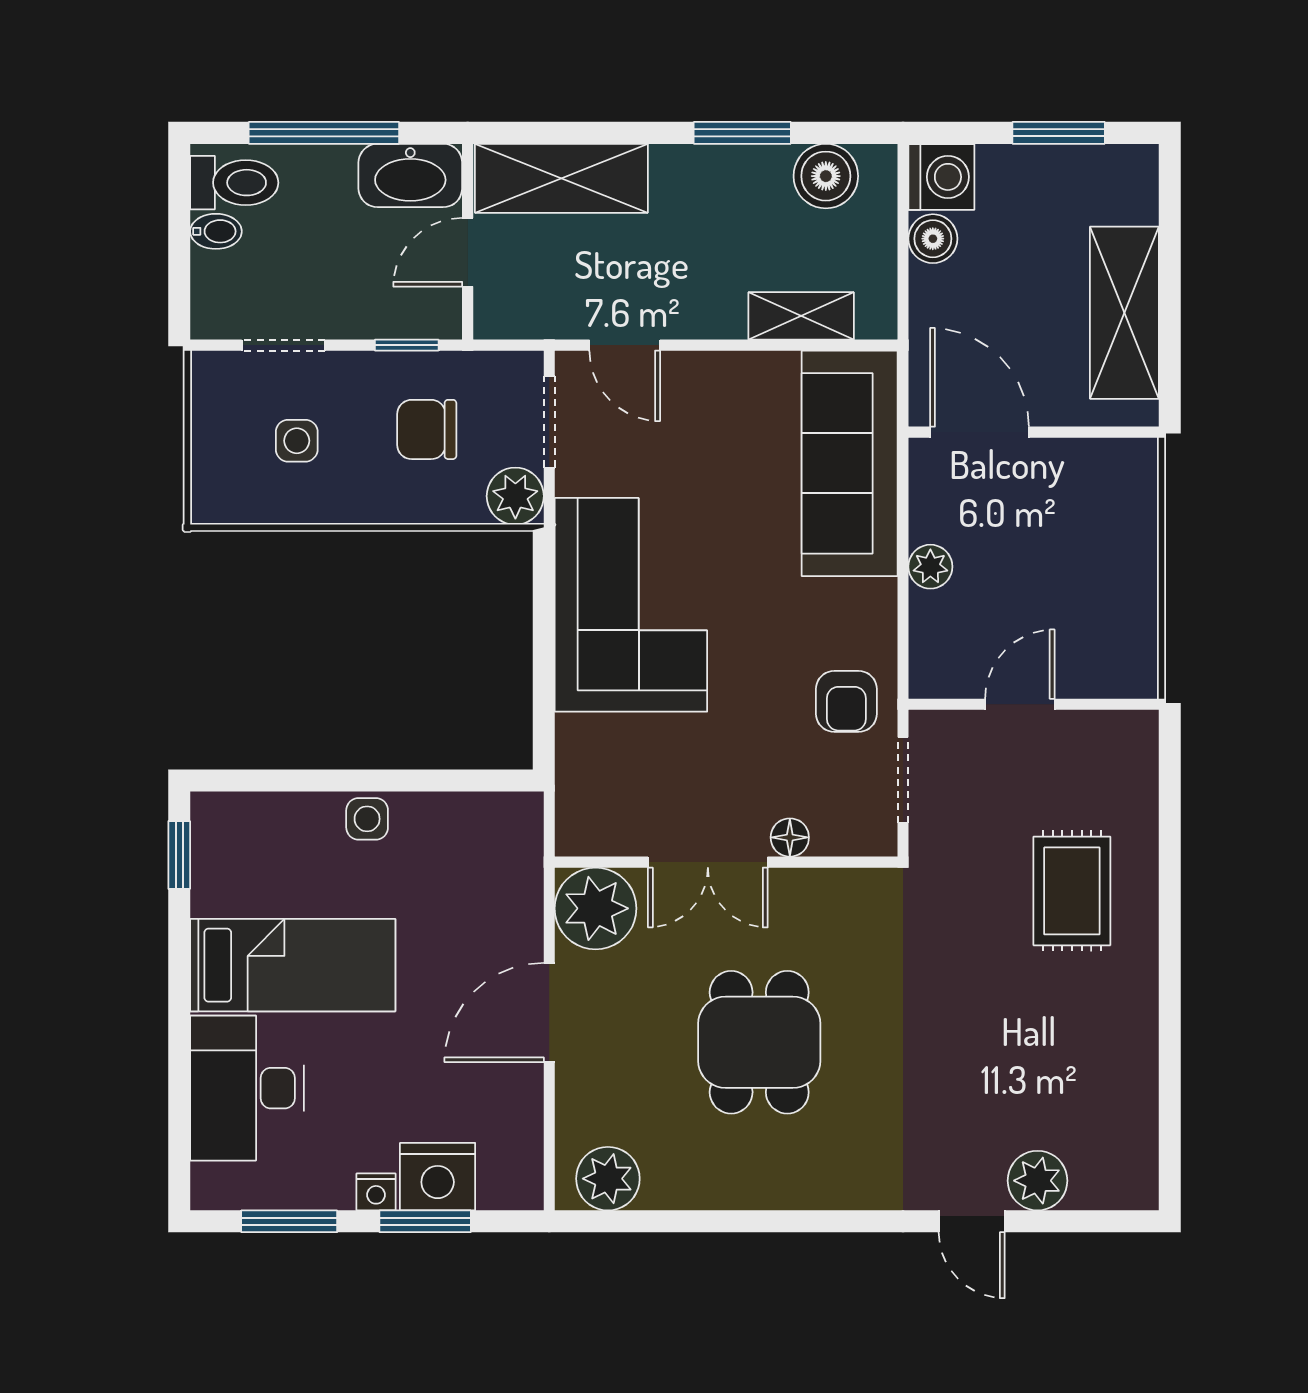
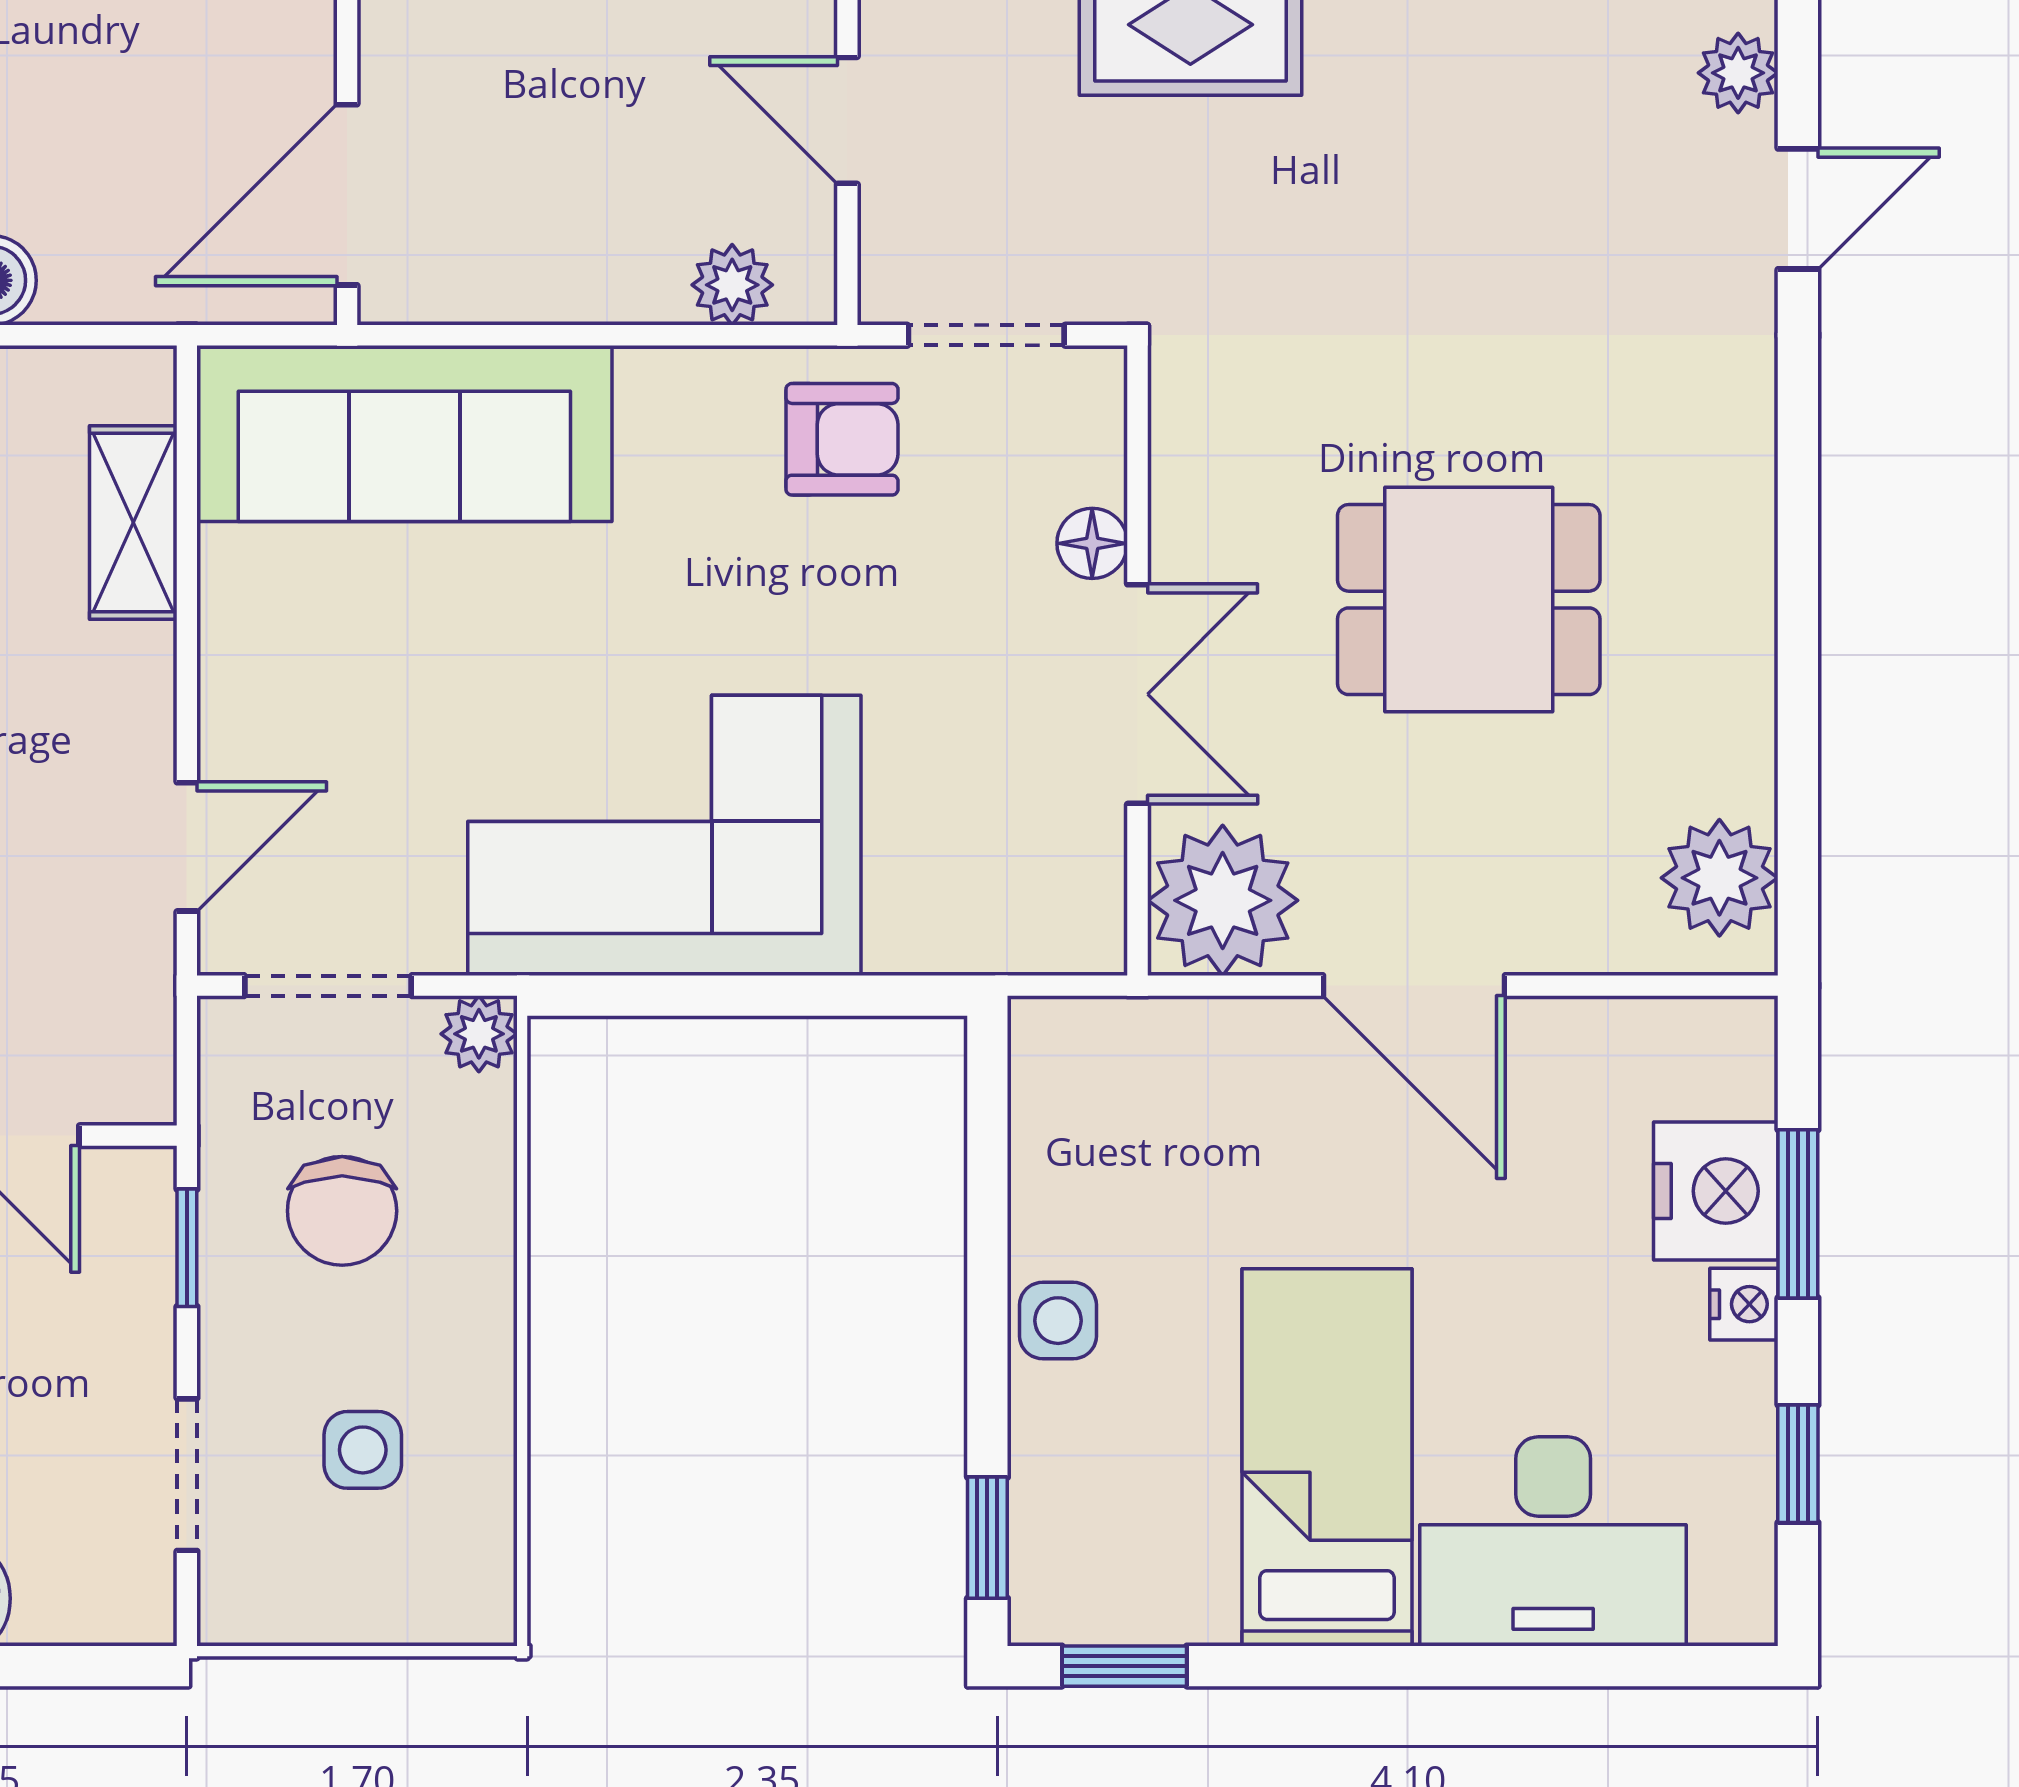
plant: (515, 496) -> (479, 1034), width x0.73, depth x0.73
plant: (930, 567) -> (732, 285), moved
window: (249, 780) -> (987, 1538), added
plant: (1038, 1181) -> (1738, 73), width x0.73, depth x0.73
window: (289, 1221) -> (1798, 1464), width x0.67

